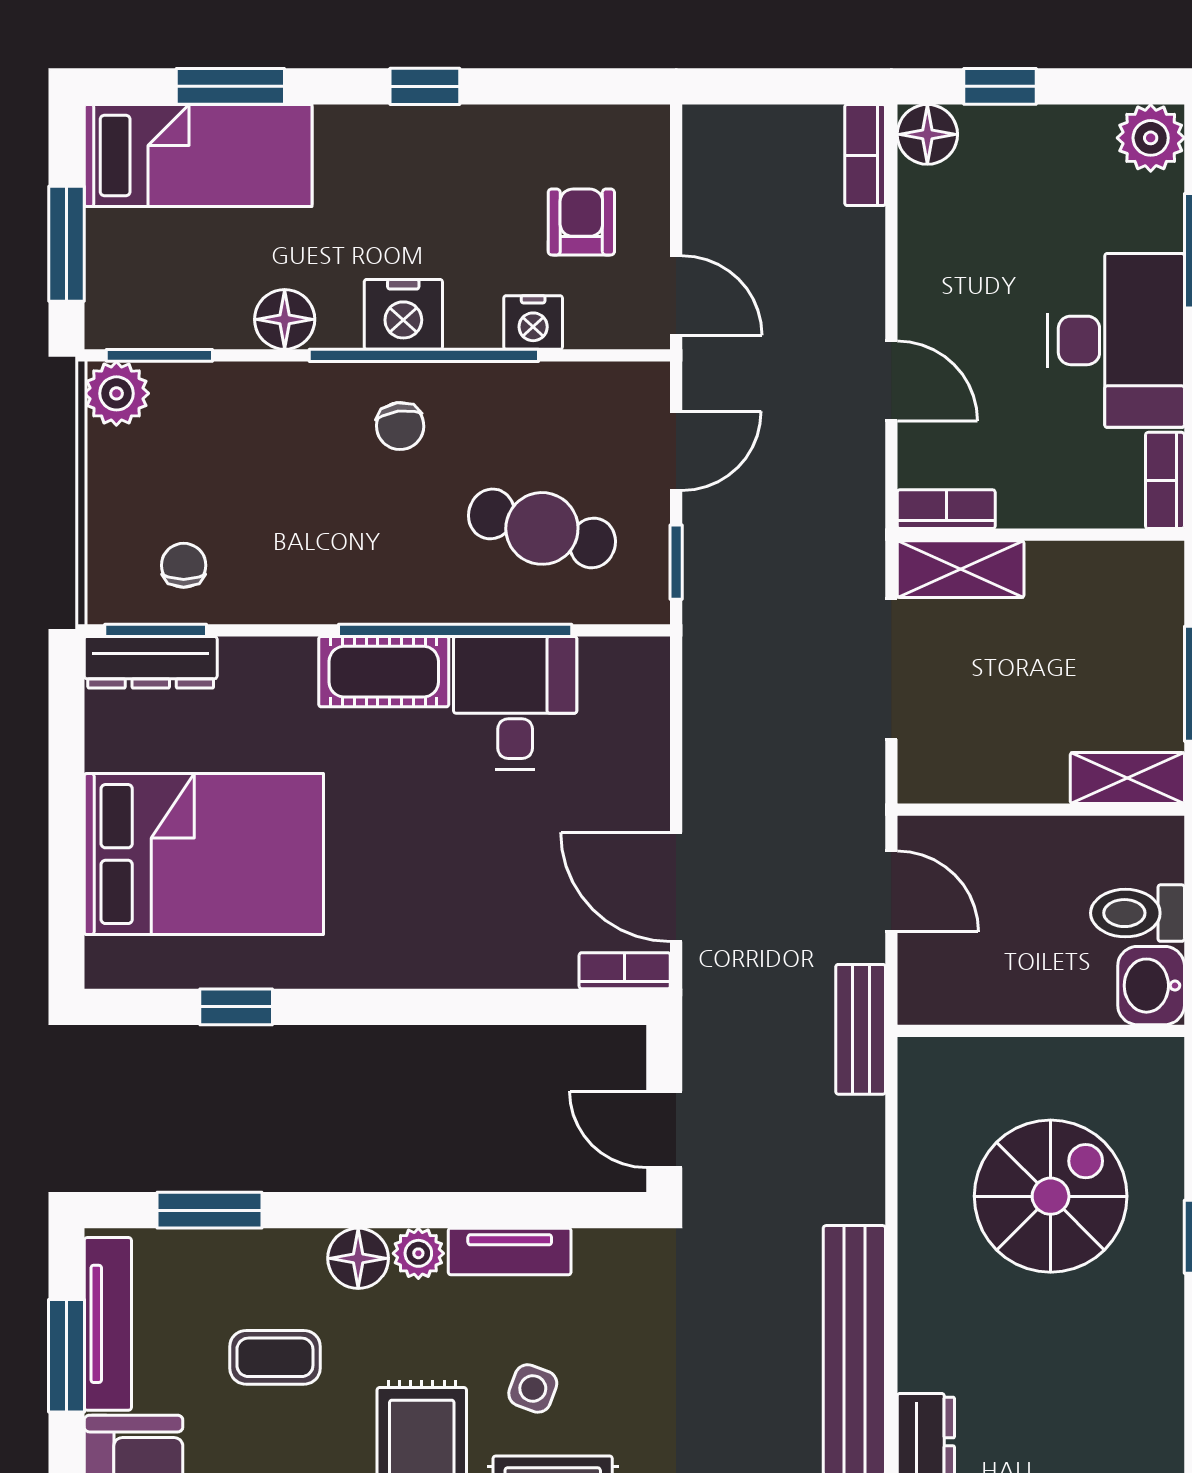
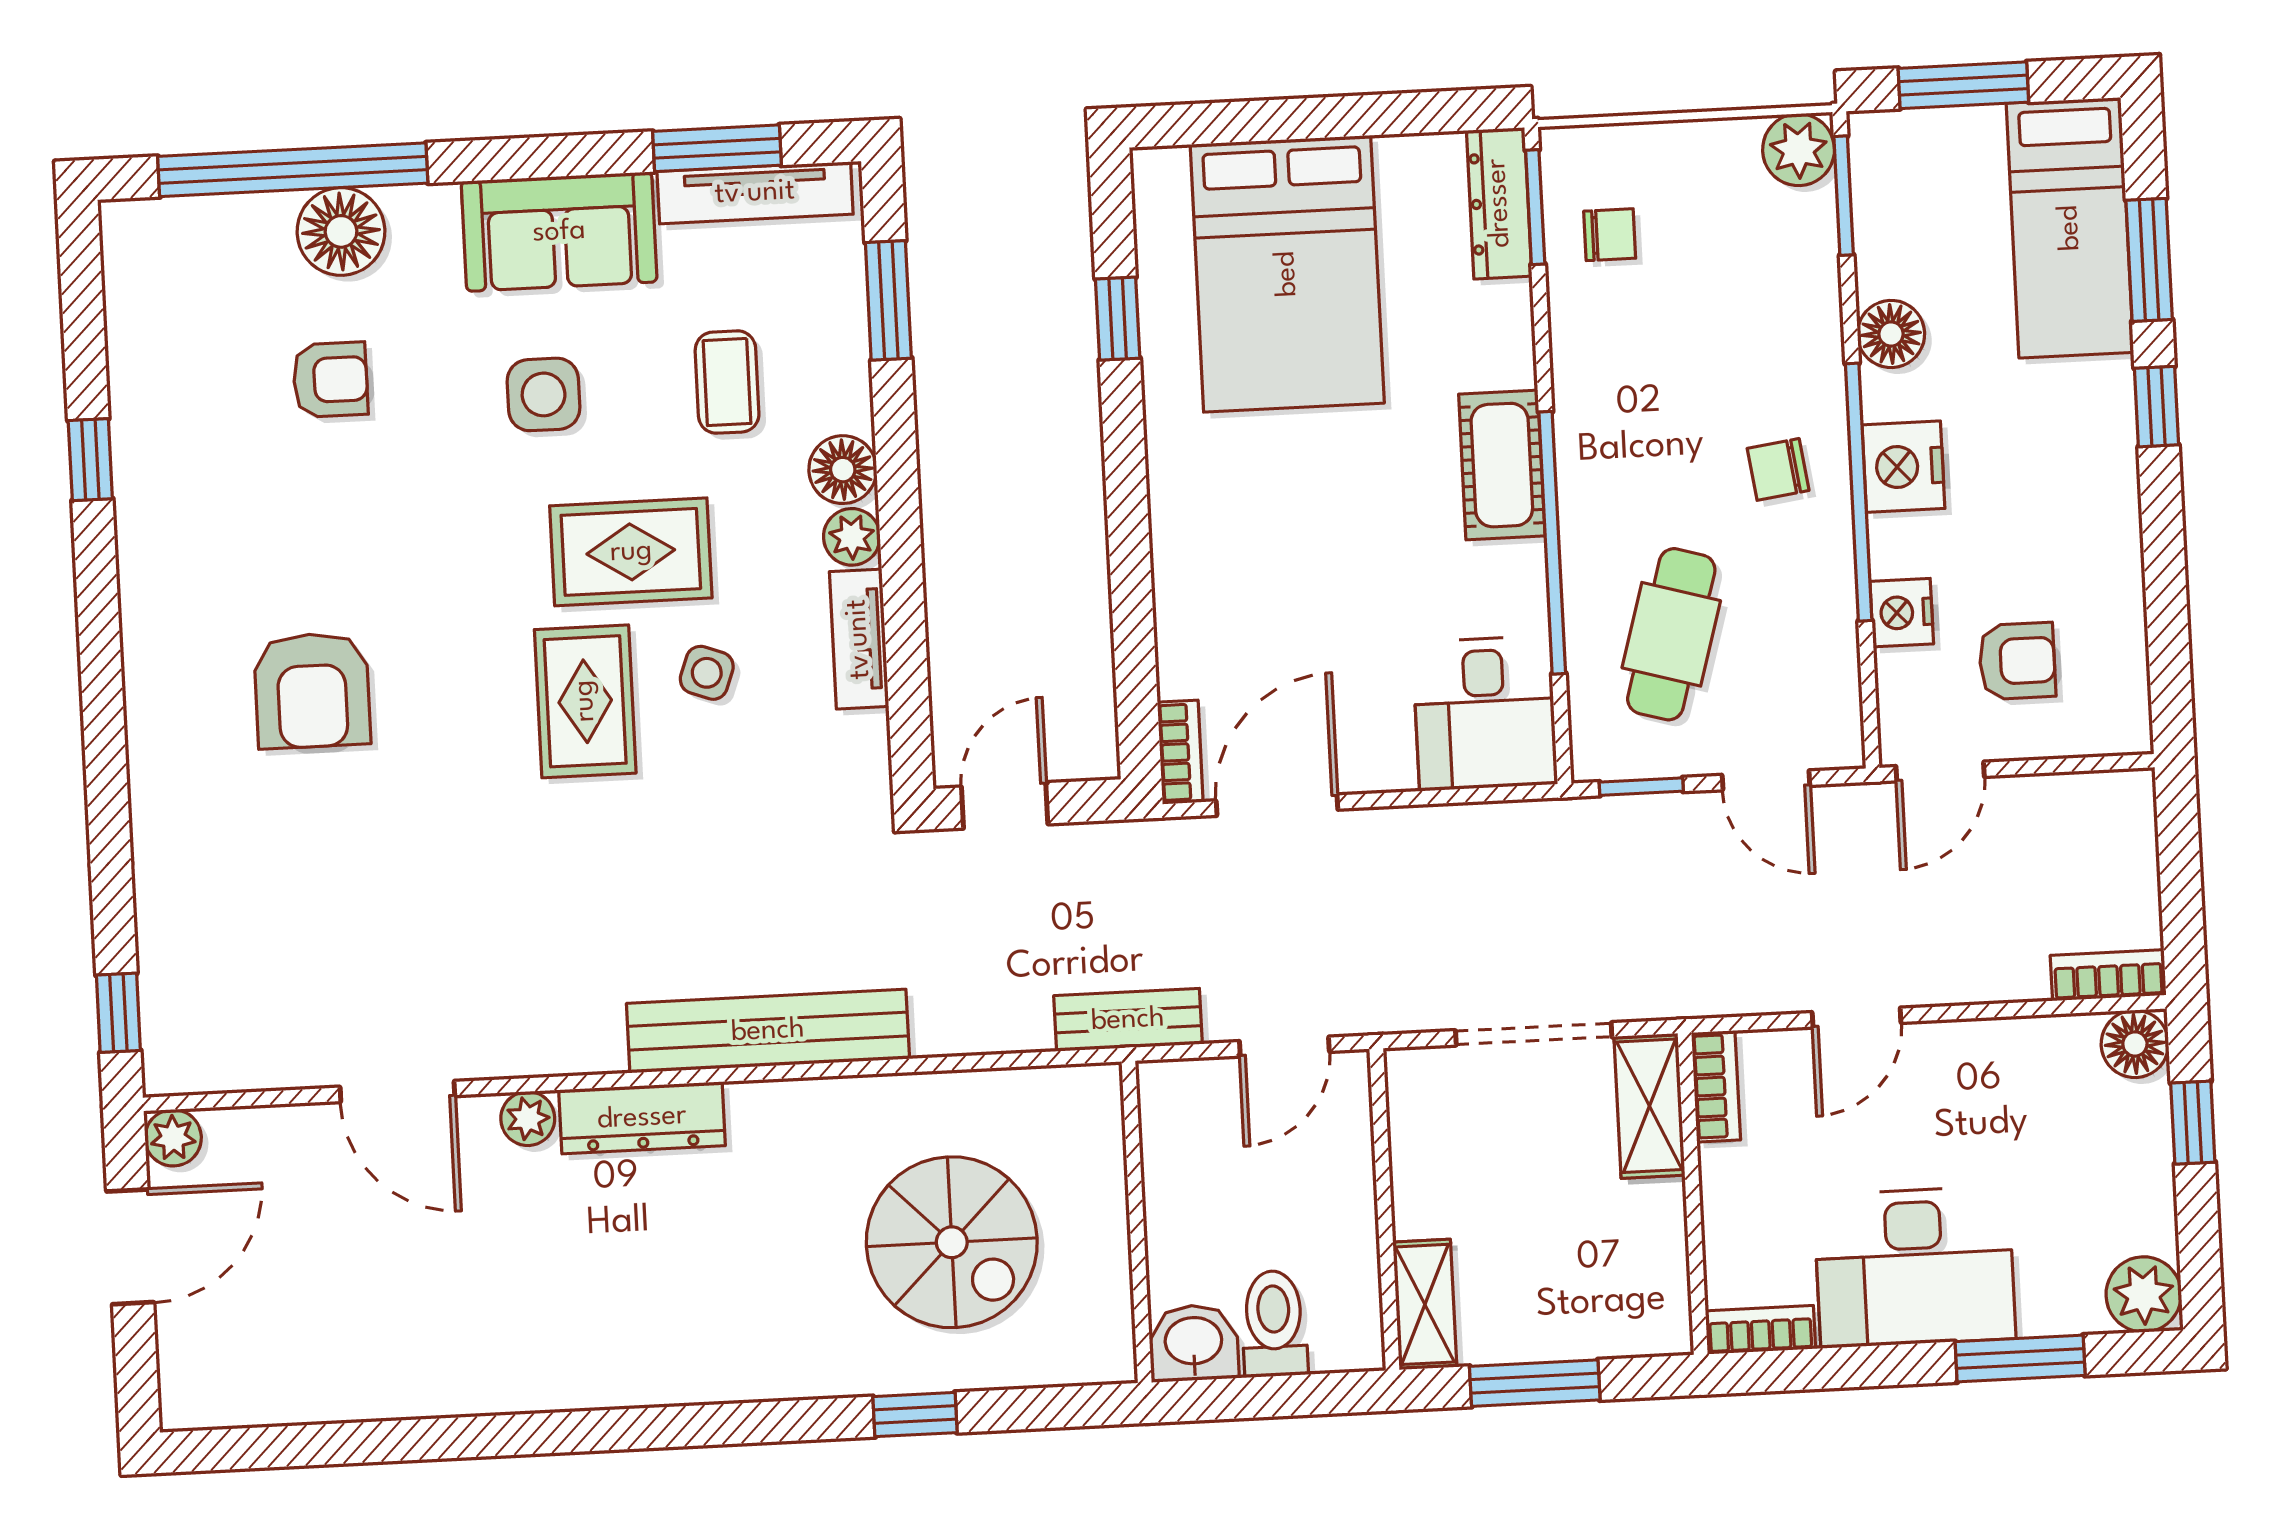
window: (425, 86) -> (2157, 407), moved
desk: (515, 703) -> (1485, 713), moved, turned 90

